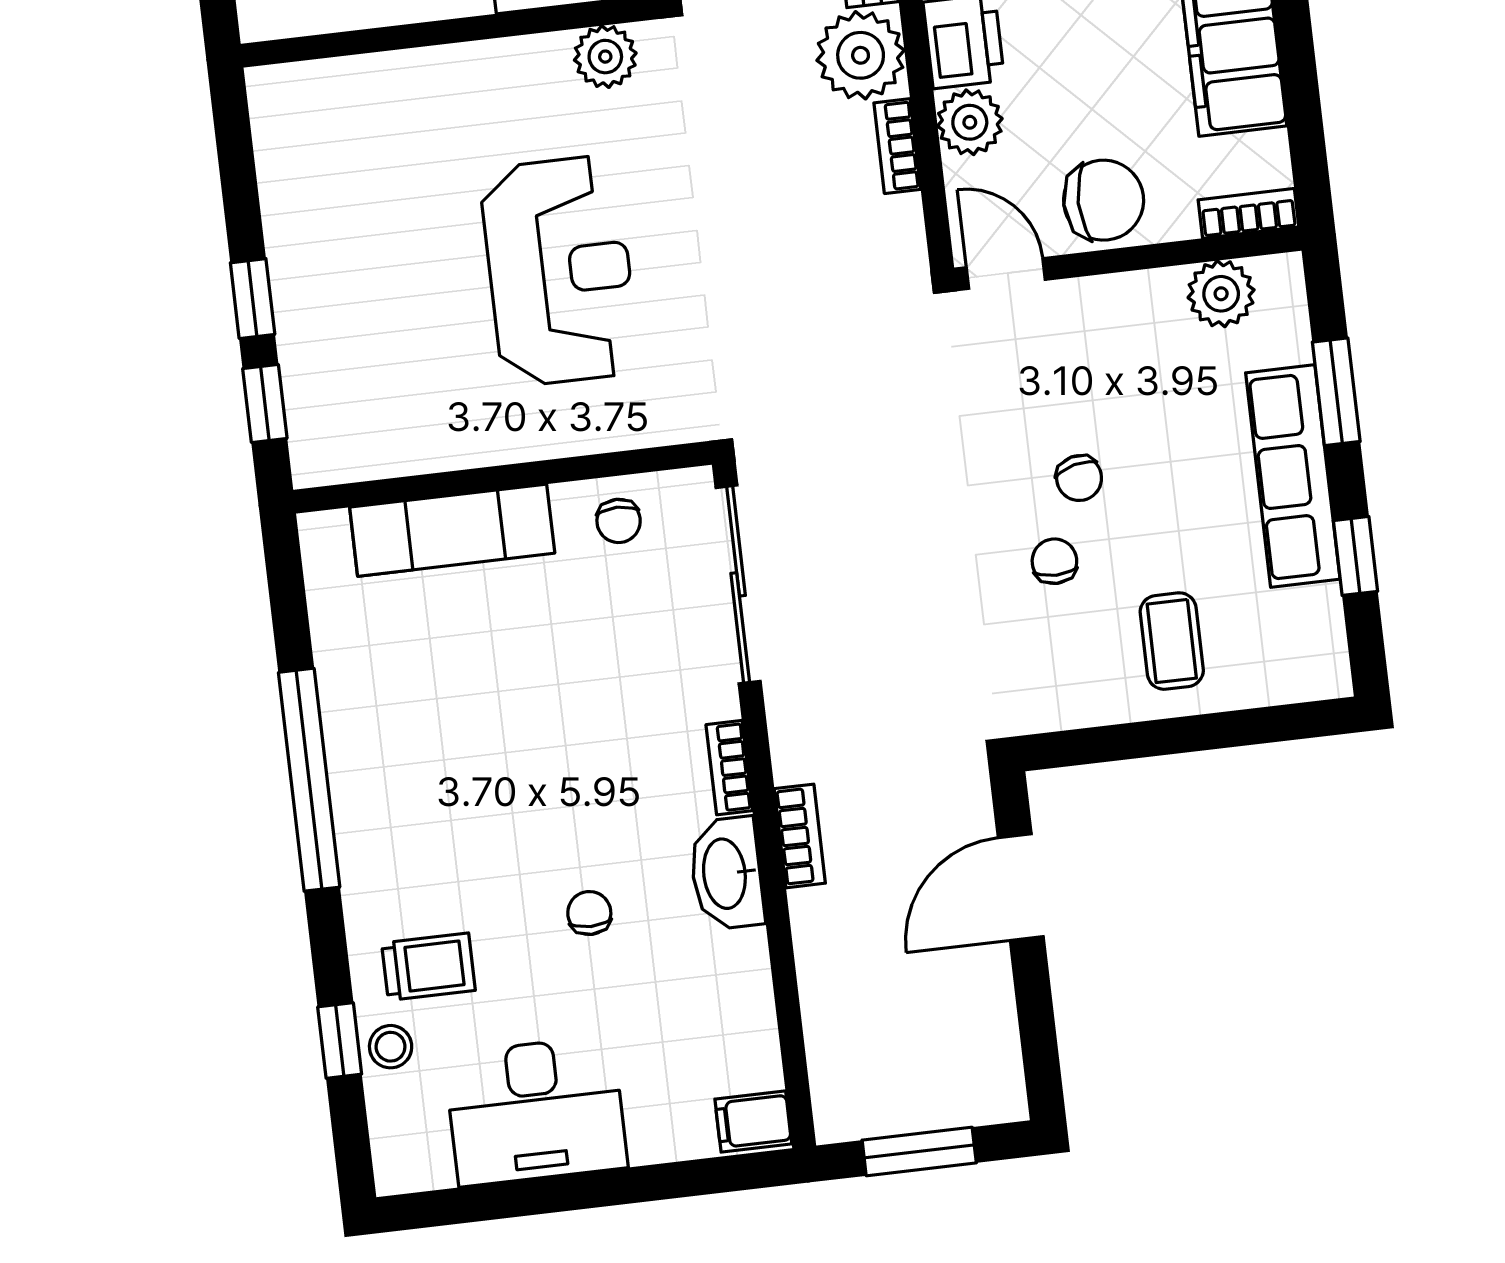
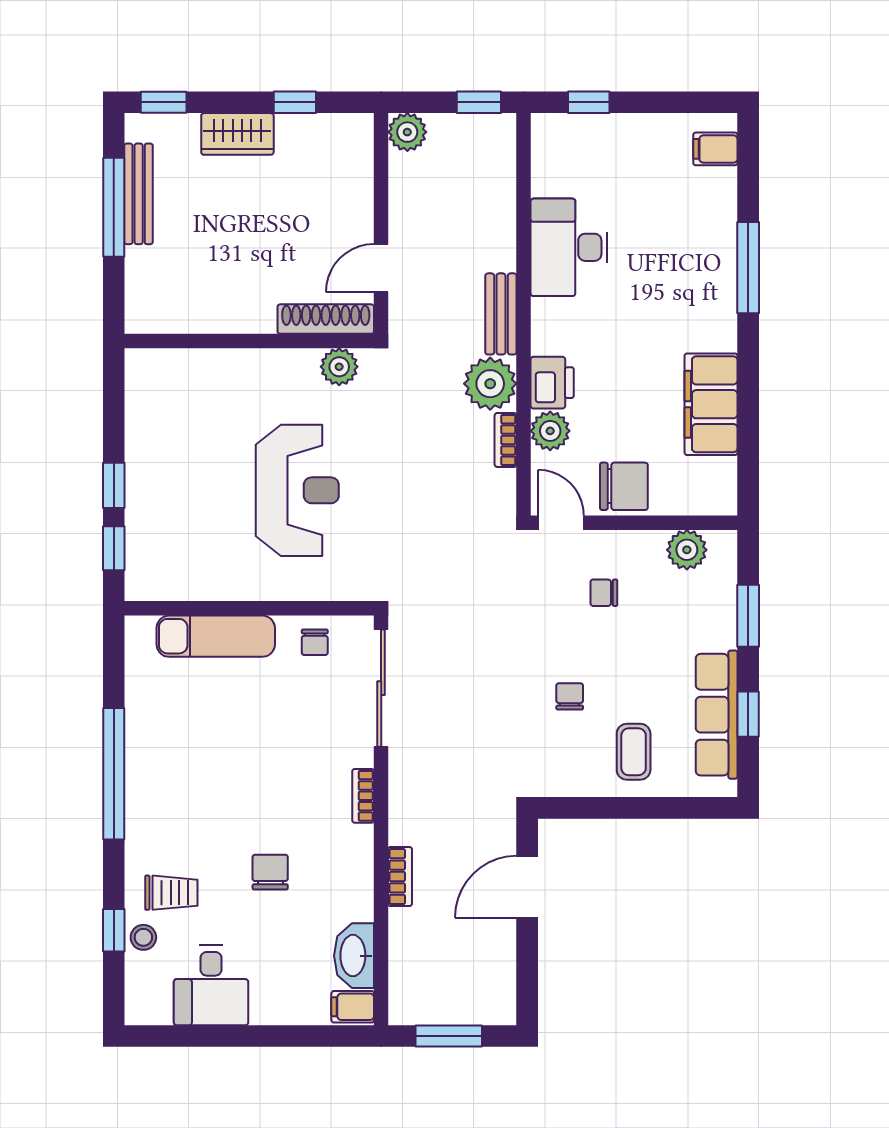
bookcase: (1248, 213) -> (709, 504), removed
row of seats: (1293, 476) -> (717, 715), moved
chair: (1079, 478) -> (604, 593), moved, turned 104
bookcase: (800, 836) -> (400, 877), moved
washbasin: (726, 873) -> (354, 956), moved
chair: (589, 913) -> (270, 872), width x1.37, depth x1.37
desk: (536, 1111) -> (211, 985), width x0.73

